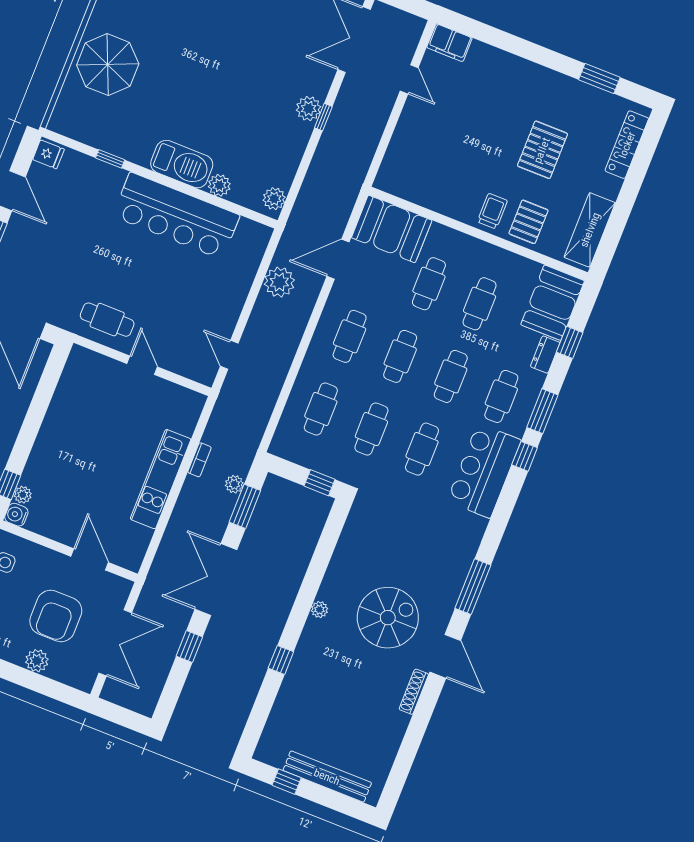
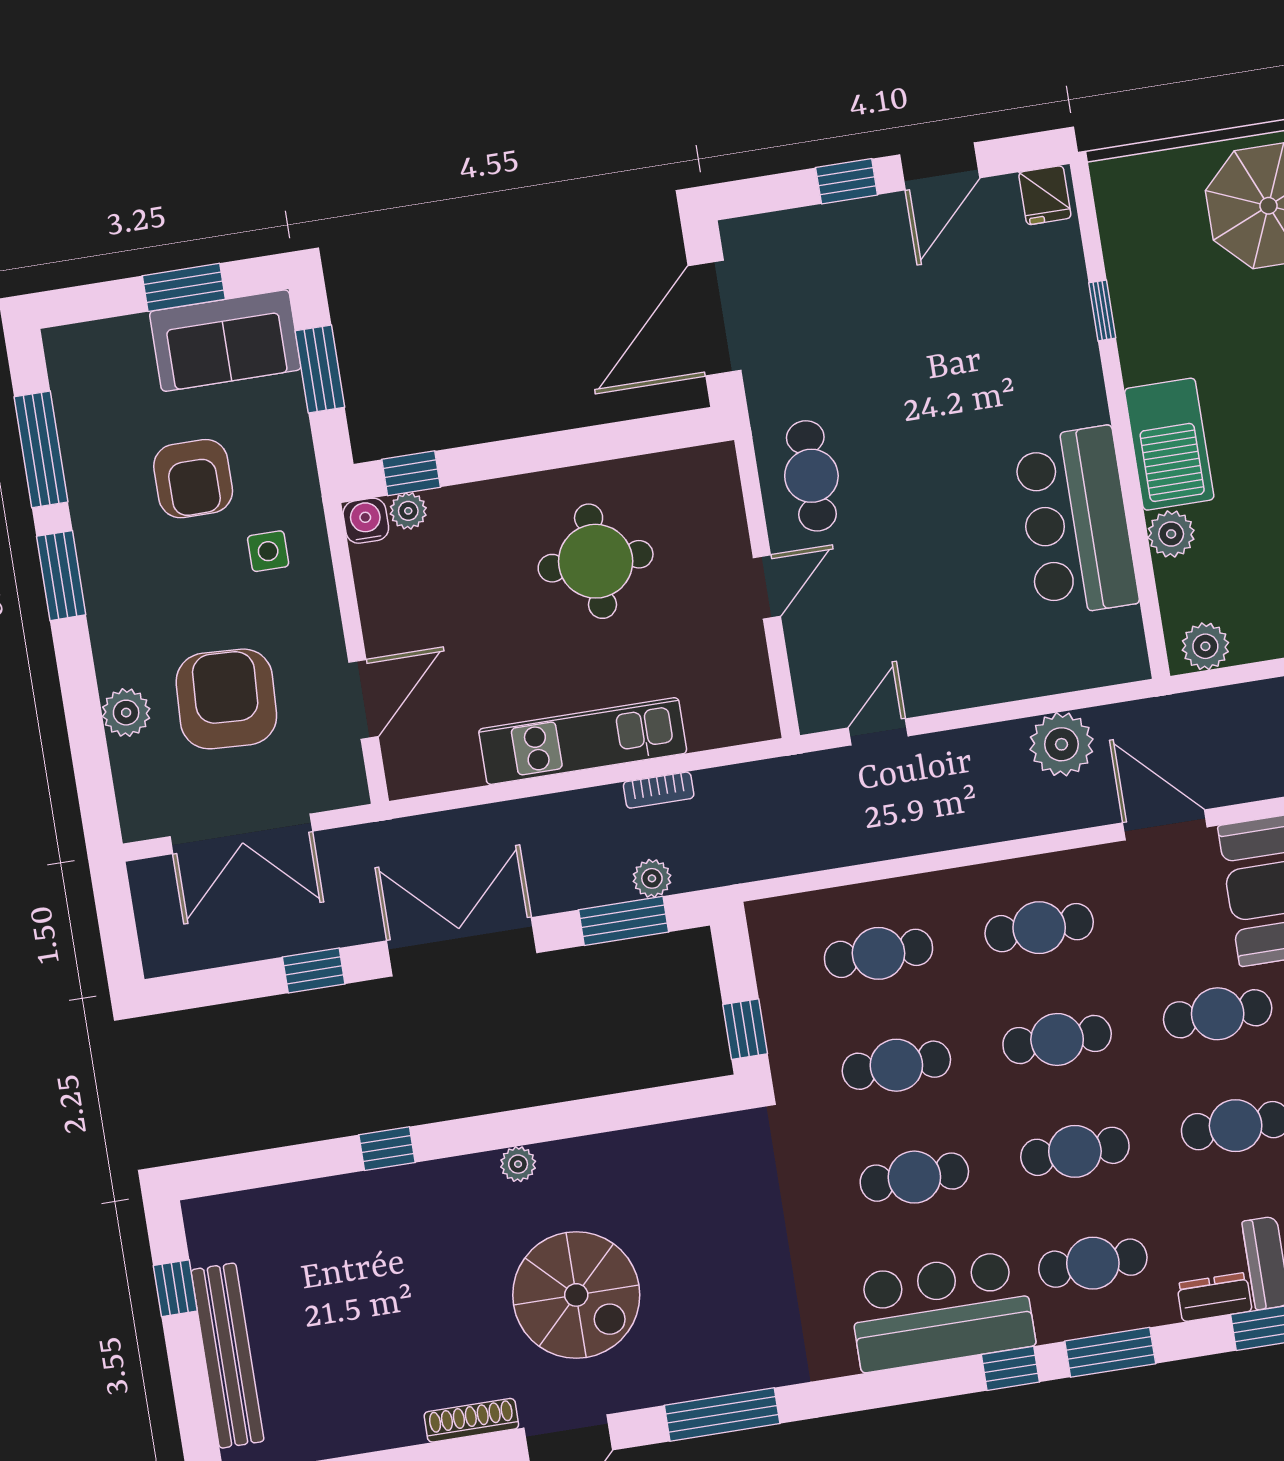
bar counter: (176, 216) -> (1076, 522), width x0.73
round table: (89, 430) -> (596, 561), added
armchair: (56, 616) -> (226, 699), turned 93

